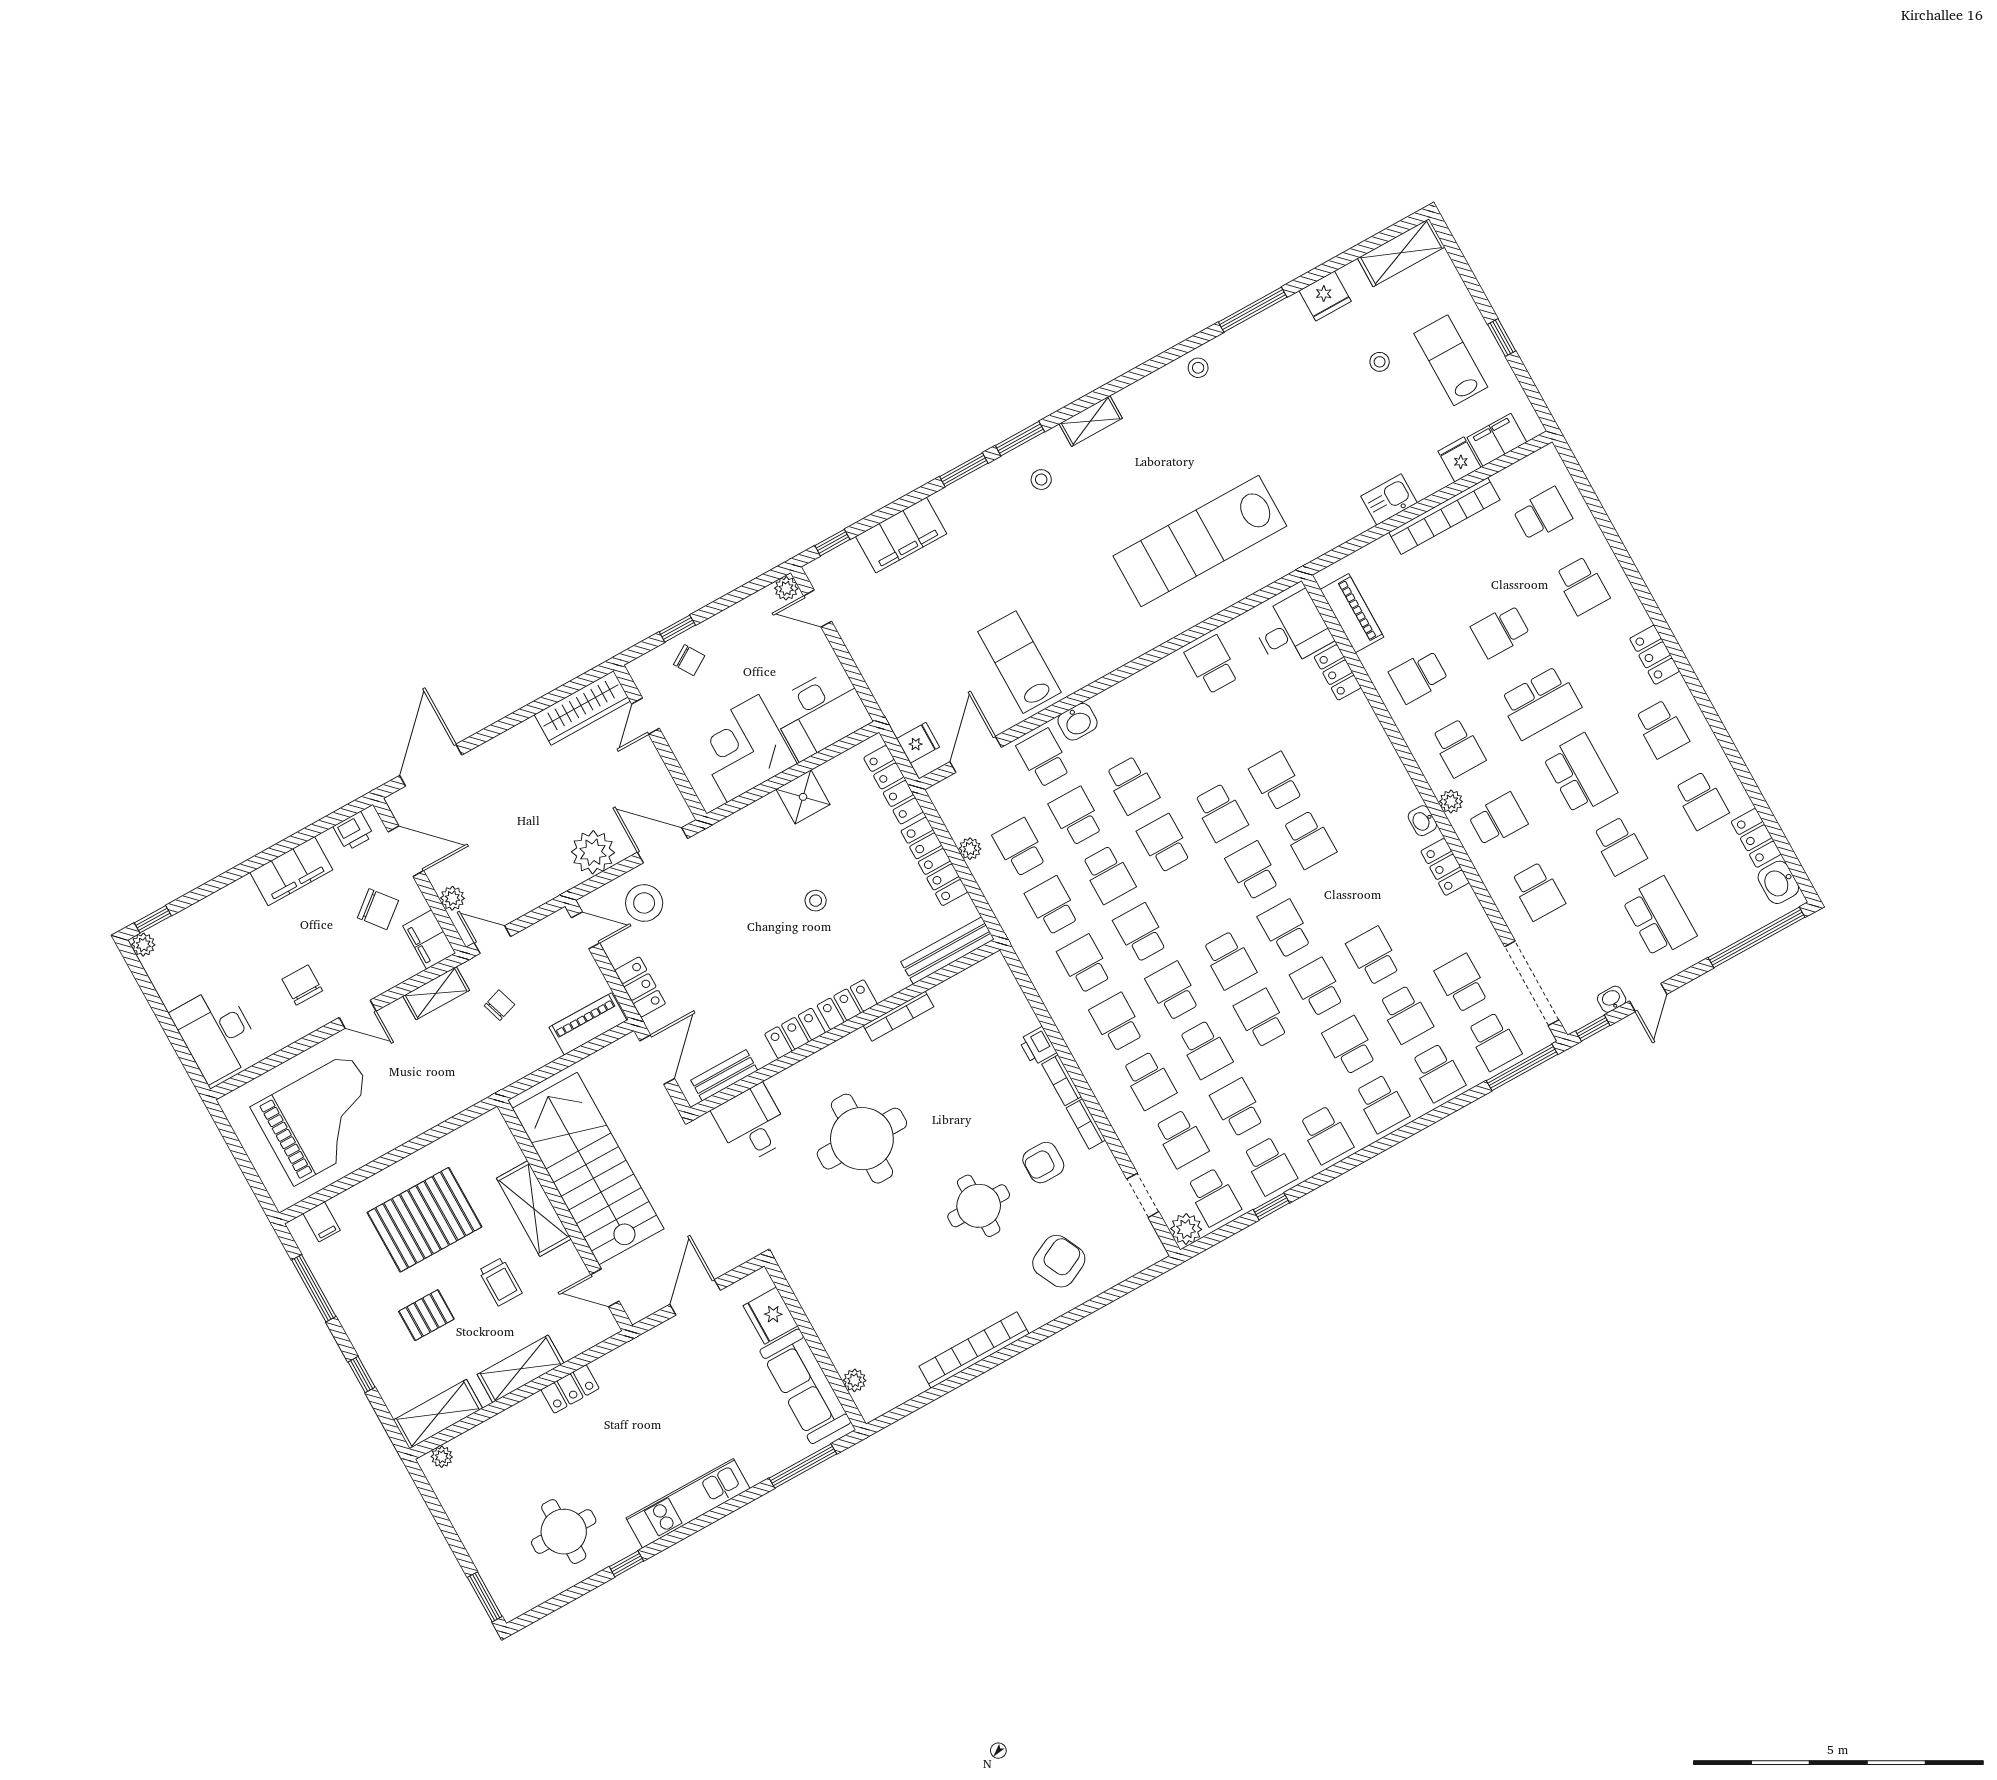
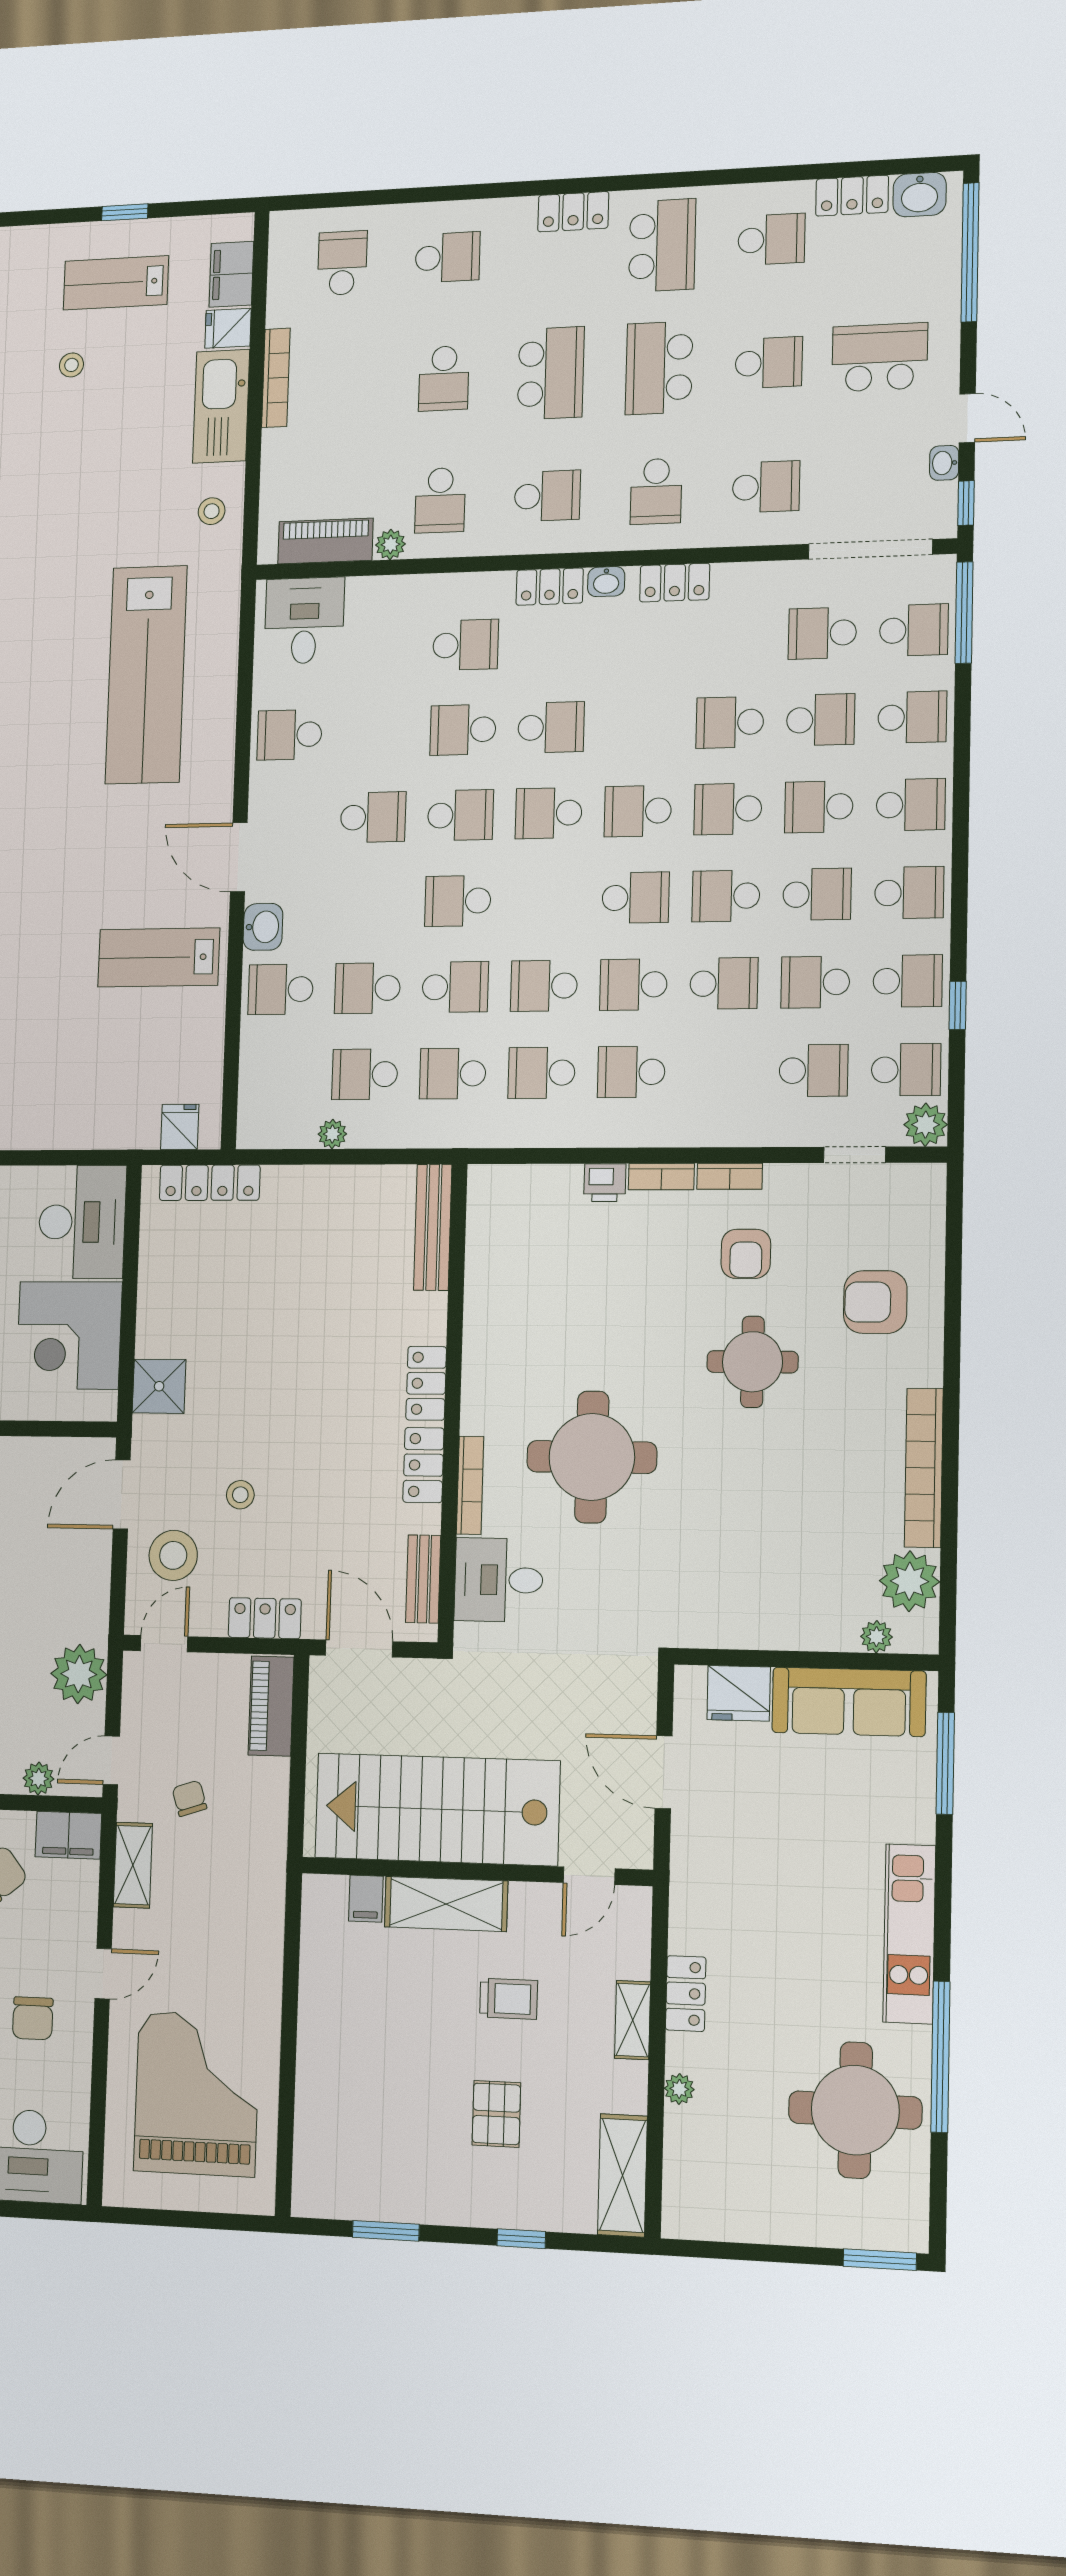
kitchen sink: (1389, 499) -> (221, 406), width x1.87, depth x1.24
bookcase: (1444, 516) -> (276, 378), width x0.68, depth x0.76
stool: (1332, 522) -> (212, 511), added
locker: (1338, 672) -> (550, 587), moved
school desk: (1662, 729) -> (662, 245), width x1.85
school desk: (1333, 750) -> (466, 645), added
door: (976, 754) -> (239, 857), moved
school desk: (1580, 774) -> (659, 368), turned -90
school desk: (1132, 785) -> (373, 817), moved
shower: (803, 797) -> (159, 1386), moved
plant: (1451, 801) -> (390, 544), moved
school desk: (1498, 820) -> (656, 491), turned 180
plant: (593, 852) -> (79, 1674), moved
locker: (934, 861) -> (323, 1184), removed
stool: (816, 901) -> (240, 1495), moved
chair: (302, 985) -> (33, 2018), turned -90
bookcase: (899, 1016) -> (470, 1485), moved
school desk: (1149, 1080) -> (817, 894), moved
pallet: (424, 1220) -> (383, 2045), removed
filing cabinet: (322, 1222) -> (366, 1899), moved, turned 90
armchair: (1059, 1261) -> (875, 1302), turned -64
window: (314, 1288) -> (386, 2231), width x0.69
shelving: (521, 1369) -> (633, 2020), width x0.67, depth x0.75
plant: (900, 1381) -> (910, 1581), added
plant: (442, 1457) -> (679, 2089), moved
round table: (564, 1532) -> (855, 2110), width x1.36, depth x1.36
window: (626, 1564) -> (940, 2057), width x3.17

